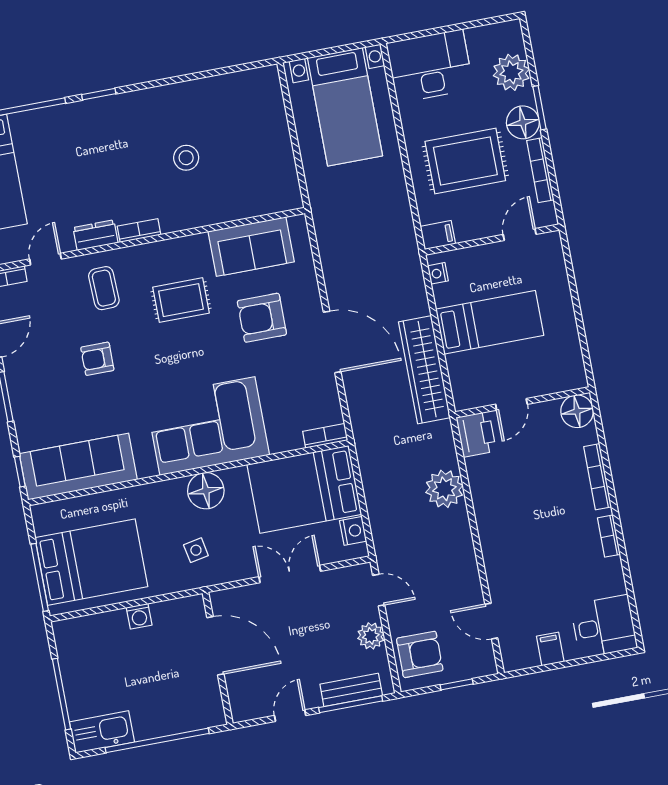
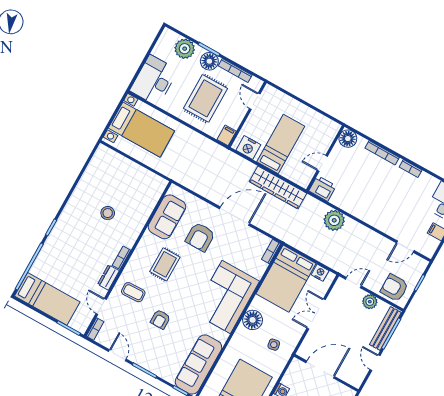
nightstand: (438, 273) -> (248, 147), width x1.89, depth x1.79
door: (511, 404) -> (322, 163), swing flipped
armchair: (420, 654) -> (394, 288), turned -90
bench: (351, 690) -> (385, 329), width x1.36

